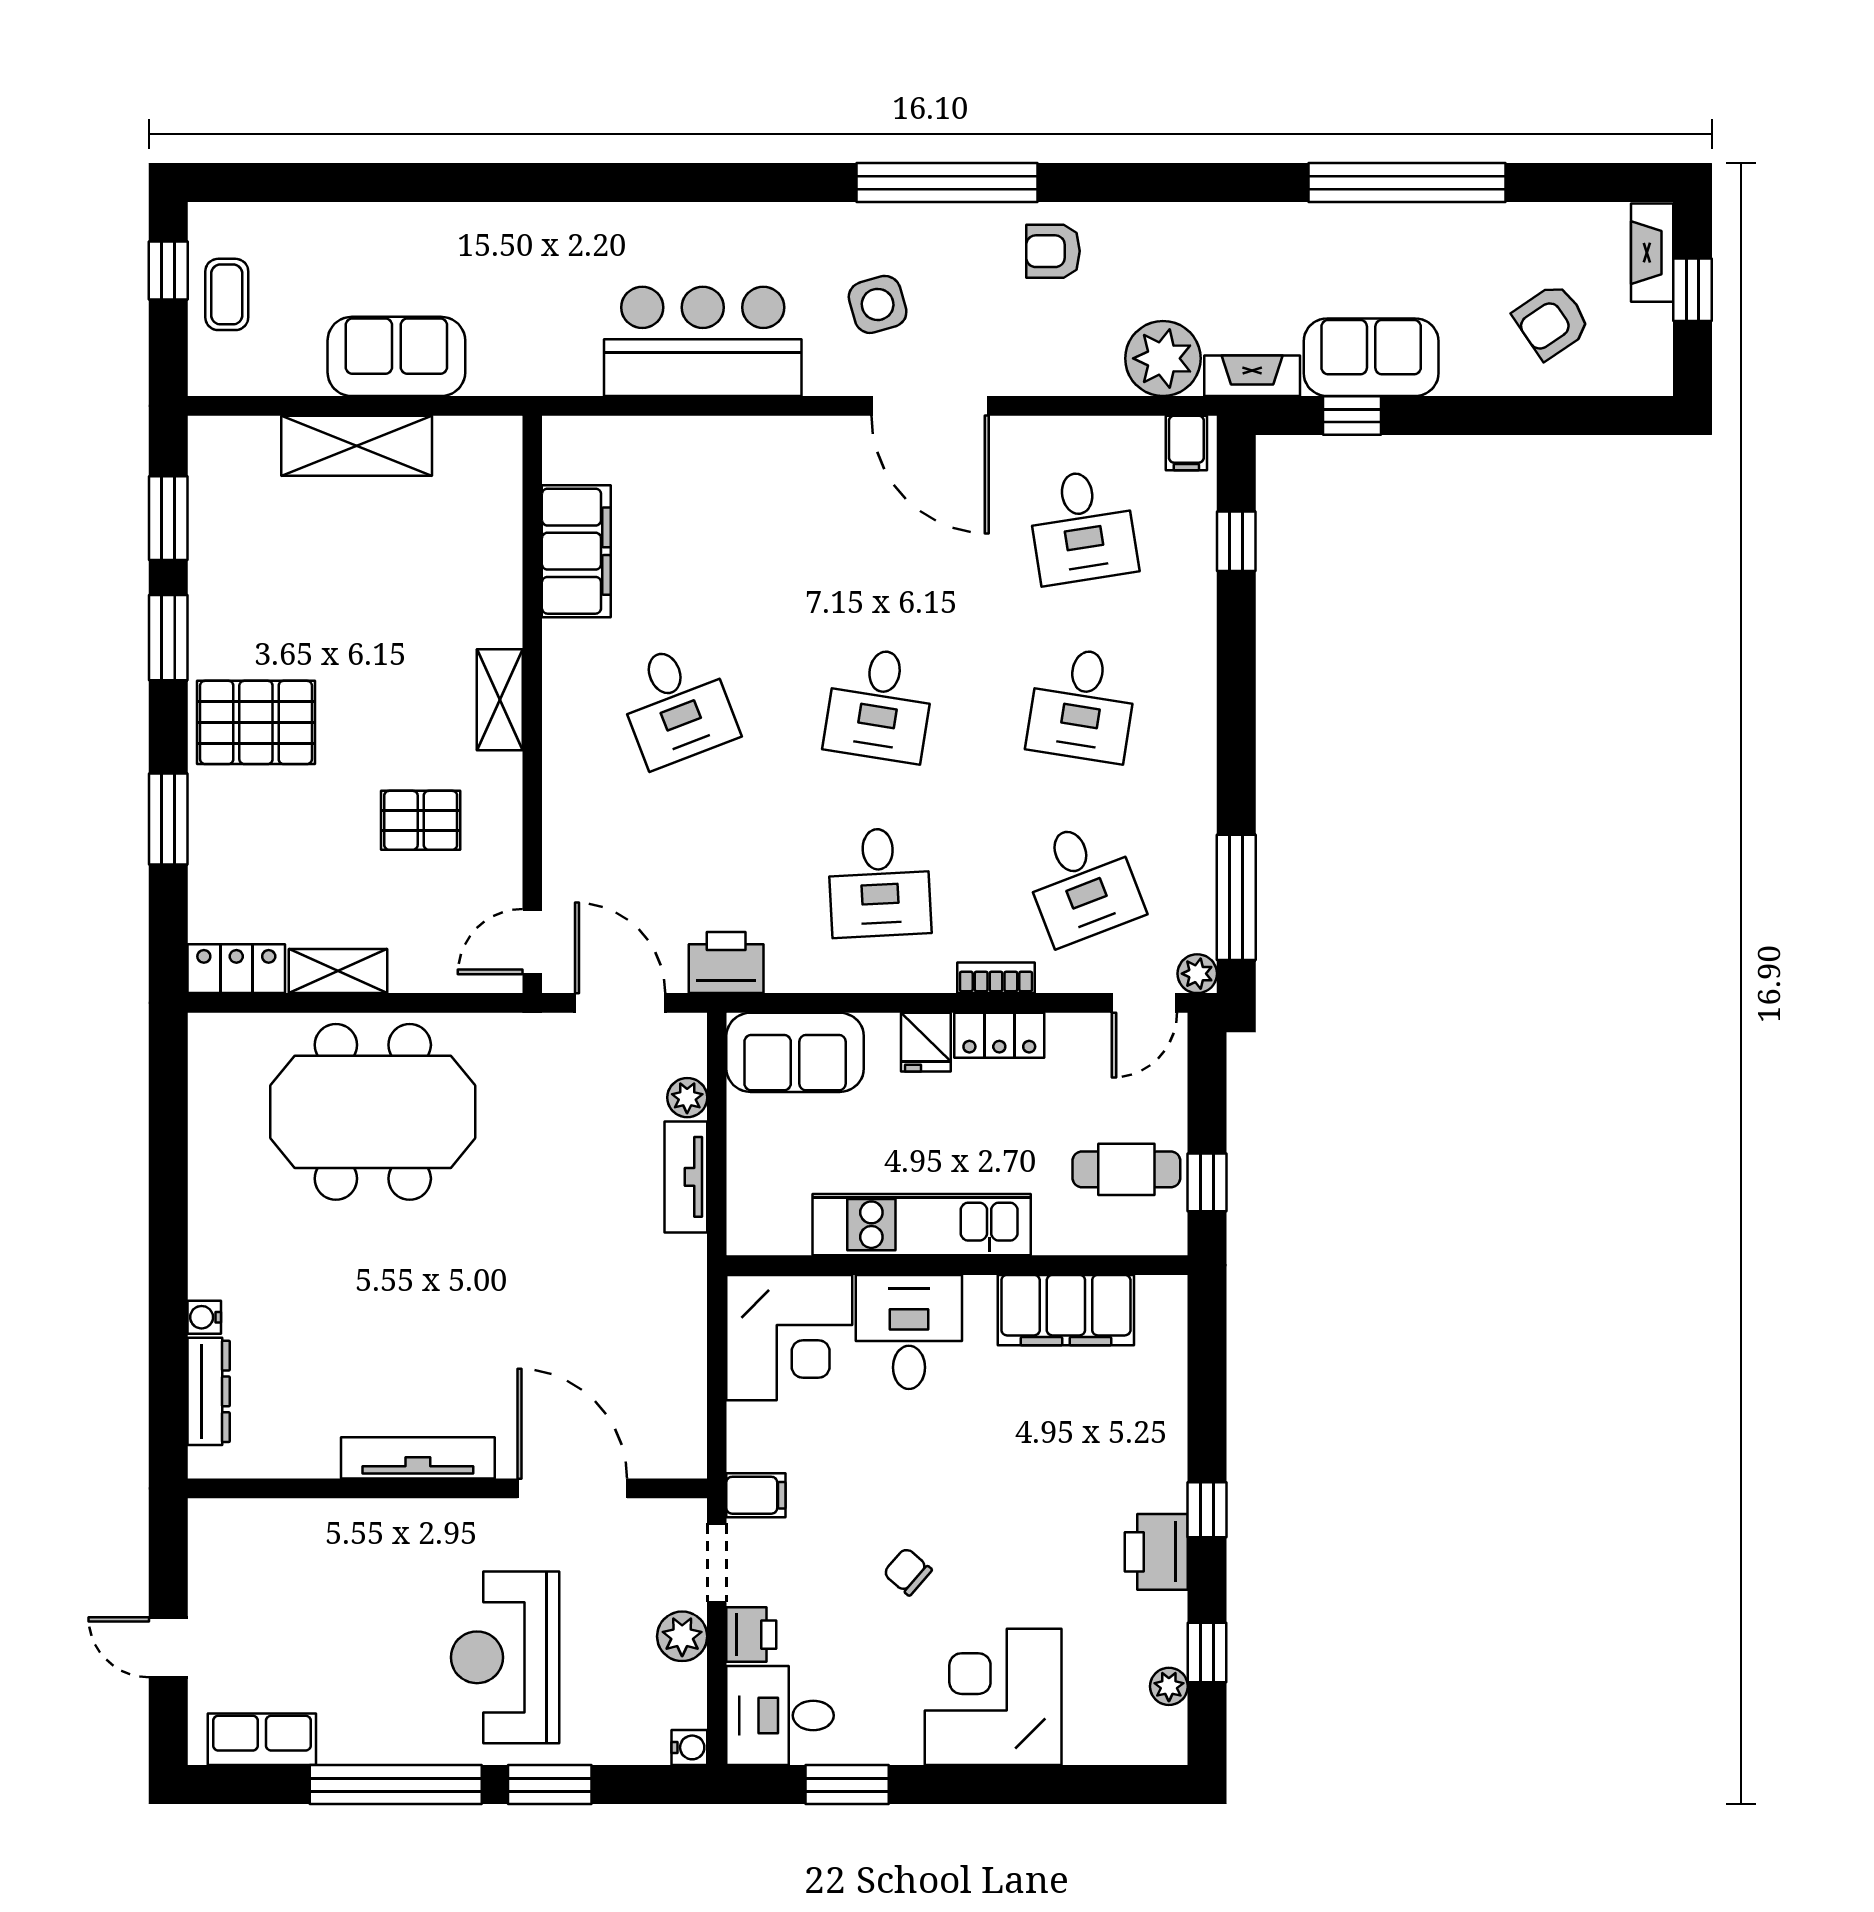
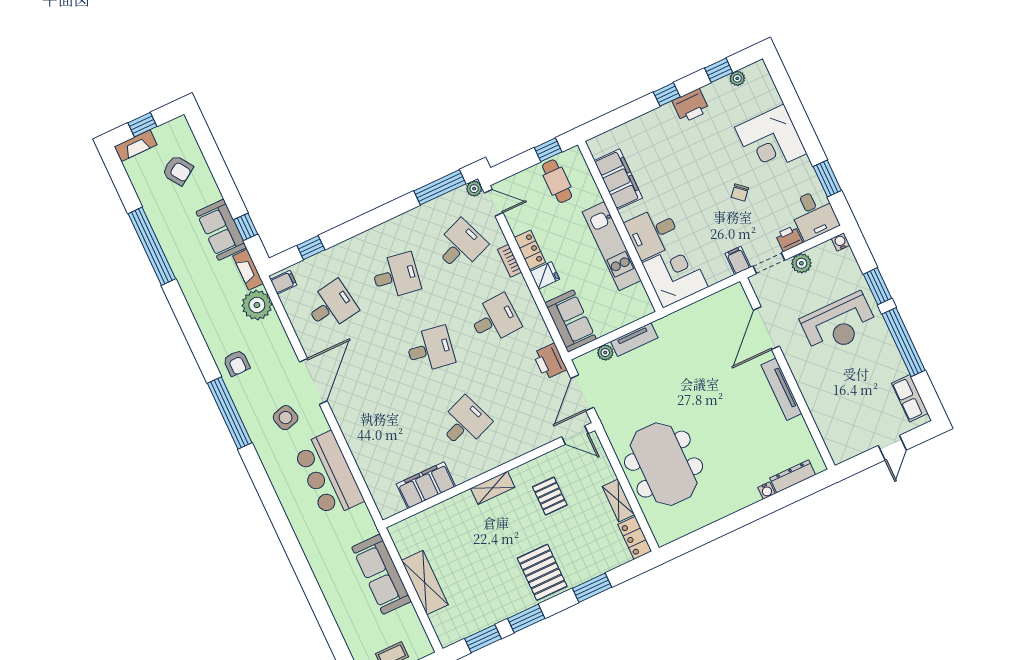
sofa: (396, 356) -> (382, 574), width x1.36

